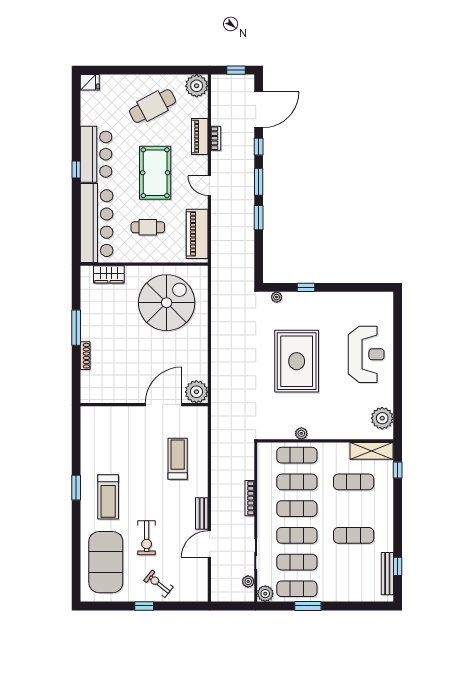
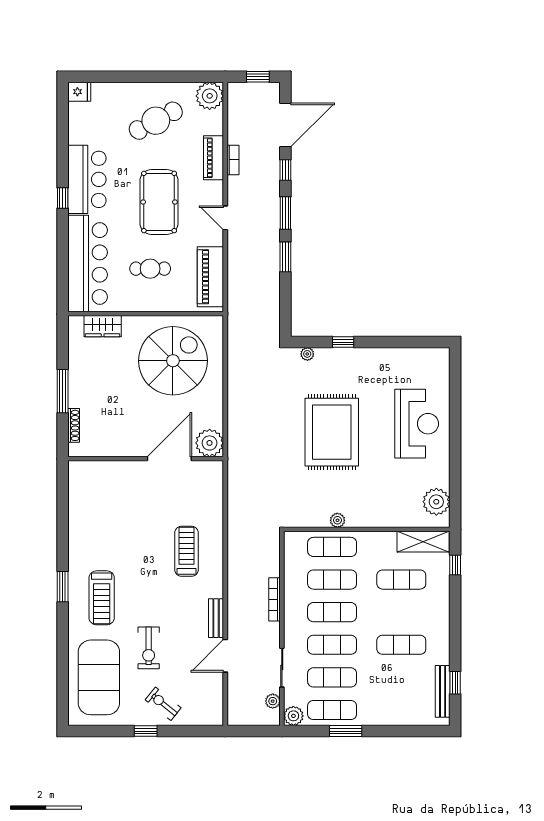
plant: (196, 392) -> (210, 443), moved
wall: (144, 405) -> (146, 459), moved
door: (164, 405) -> (169, 459), moved

